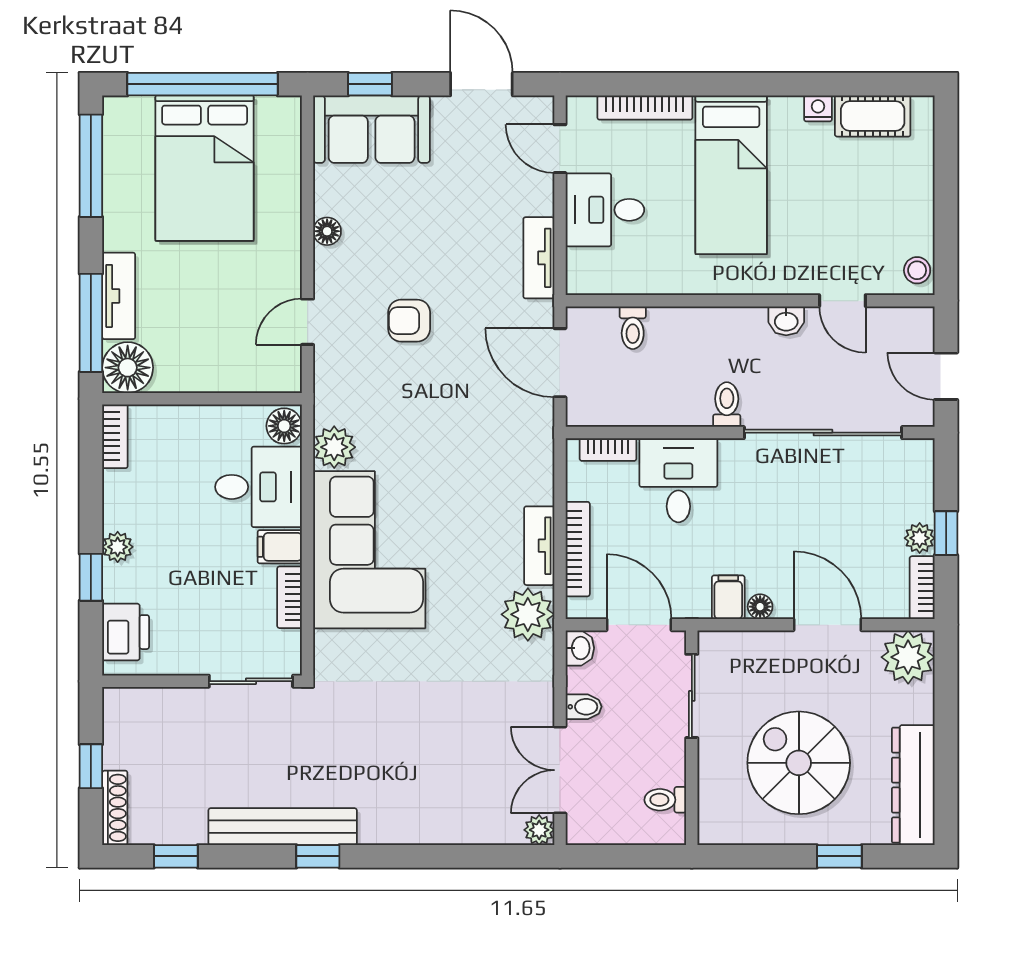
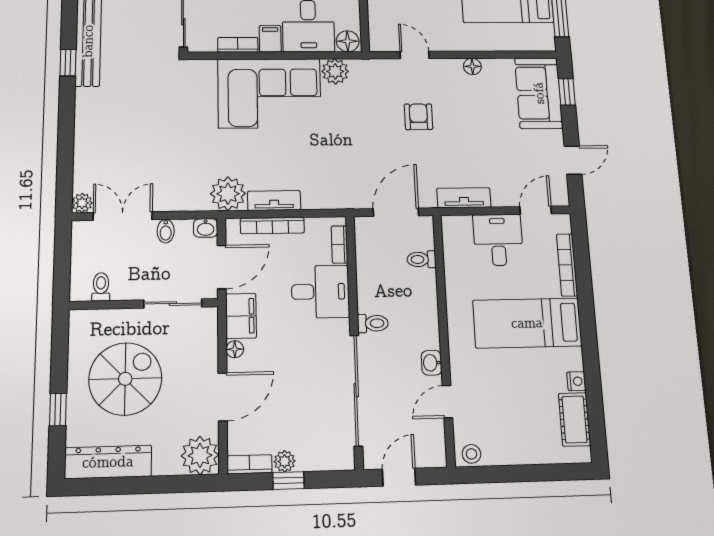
door: (481, 84) -> (573, 160), width x0.73
filing cabinet: (728, 597) -> (241, 316), width x2.00

